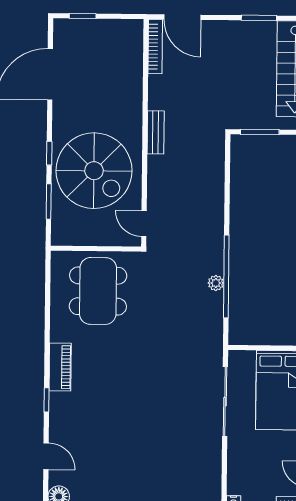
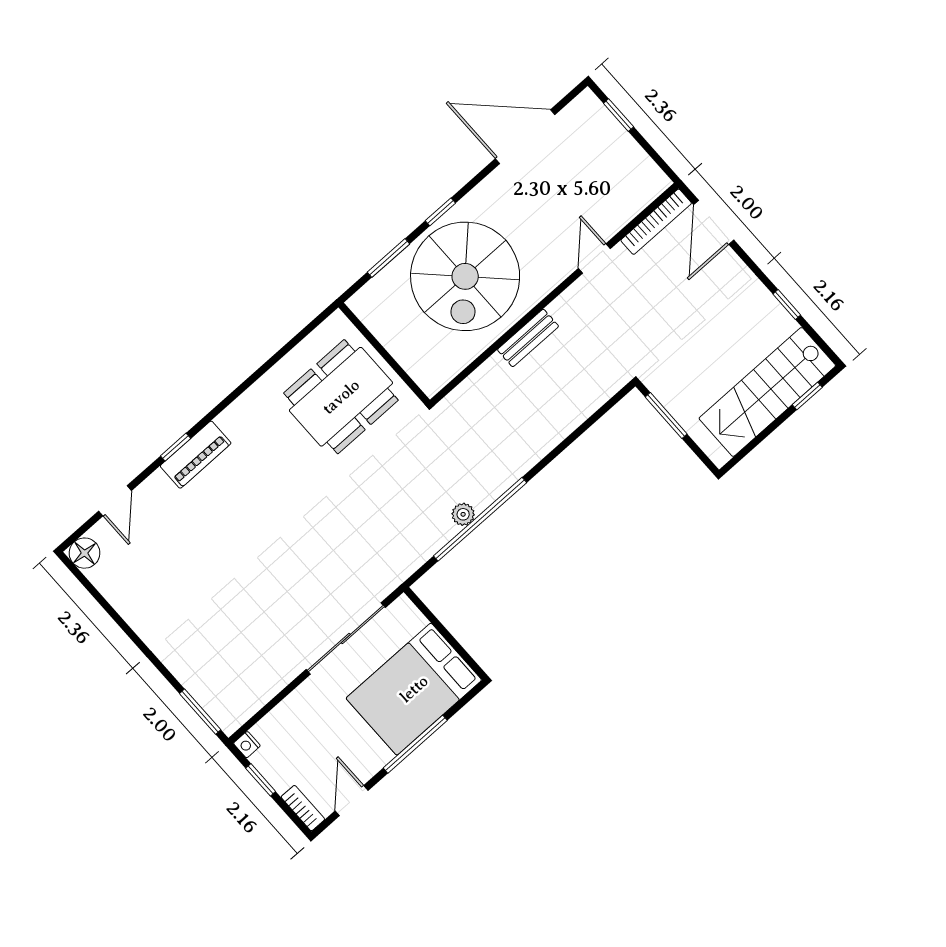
window: (259, 18) -> (787, 304), width x0.67
bench: (156, 132) -> (528, 338), moved
door: (144, 224) -> (594, 258), moved
piano: (60, 367) -> (196, 455), moved

